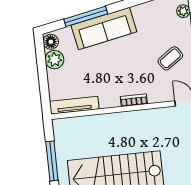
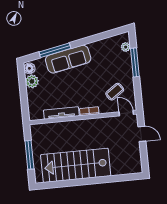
coffee table: (170, 58) -> (115, 92), moved
tv unit: (74, 105) -> (61, 113), moved

